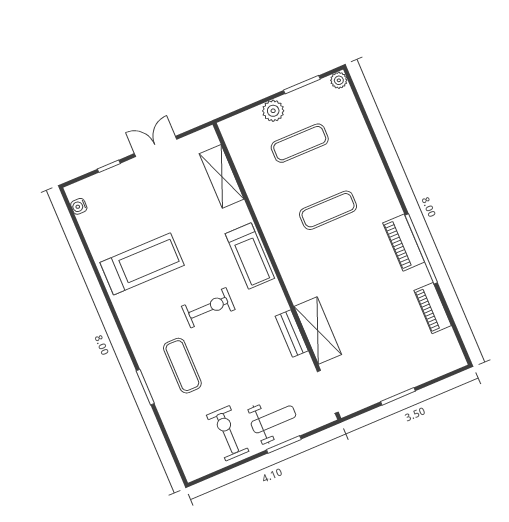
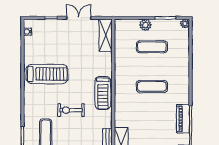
shelving: (222, 176) -> (106, 35), moved
exercise bike: (208, 308) -> (71, 110), turned 180

